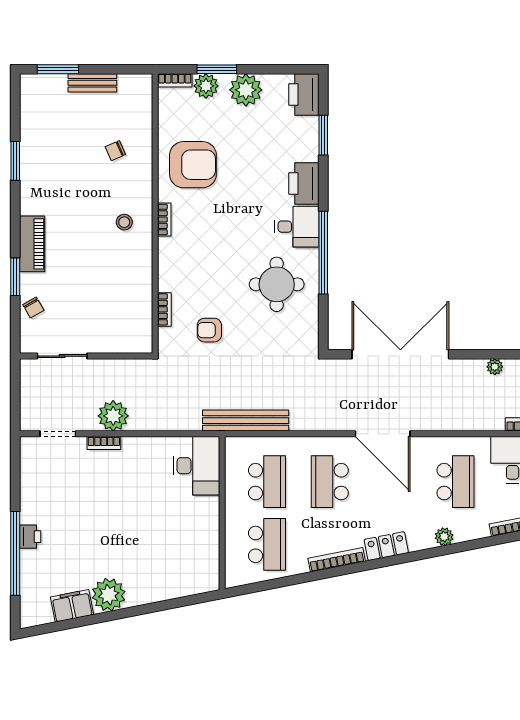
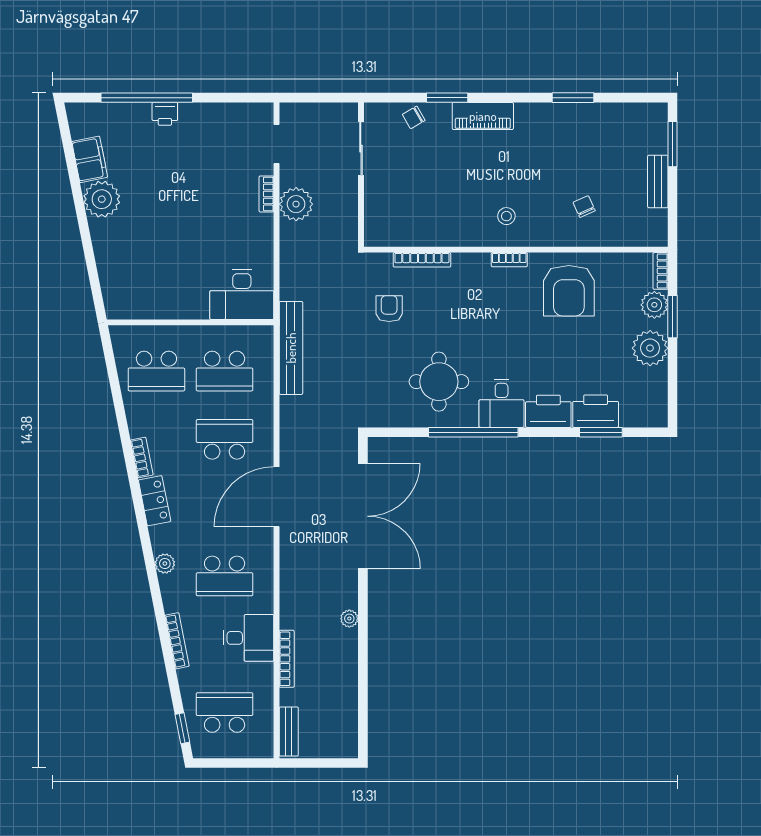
printer: (304, 94) -> (596, 411), moved
bookcase: (164, 309) -> (422, 260), width x1.56
bookcase: (337, 560) -> (142, 457), width x0.64

